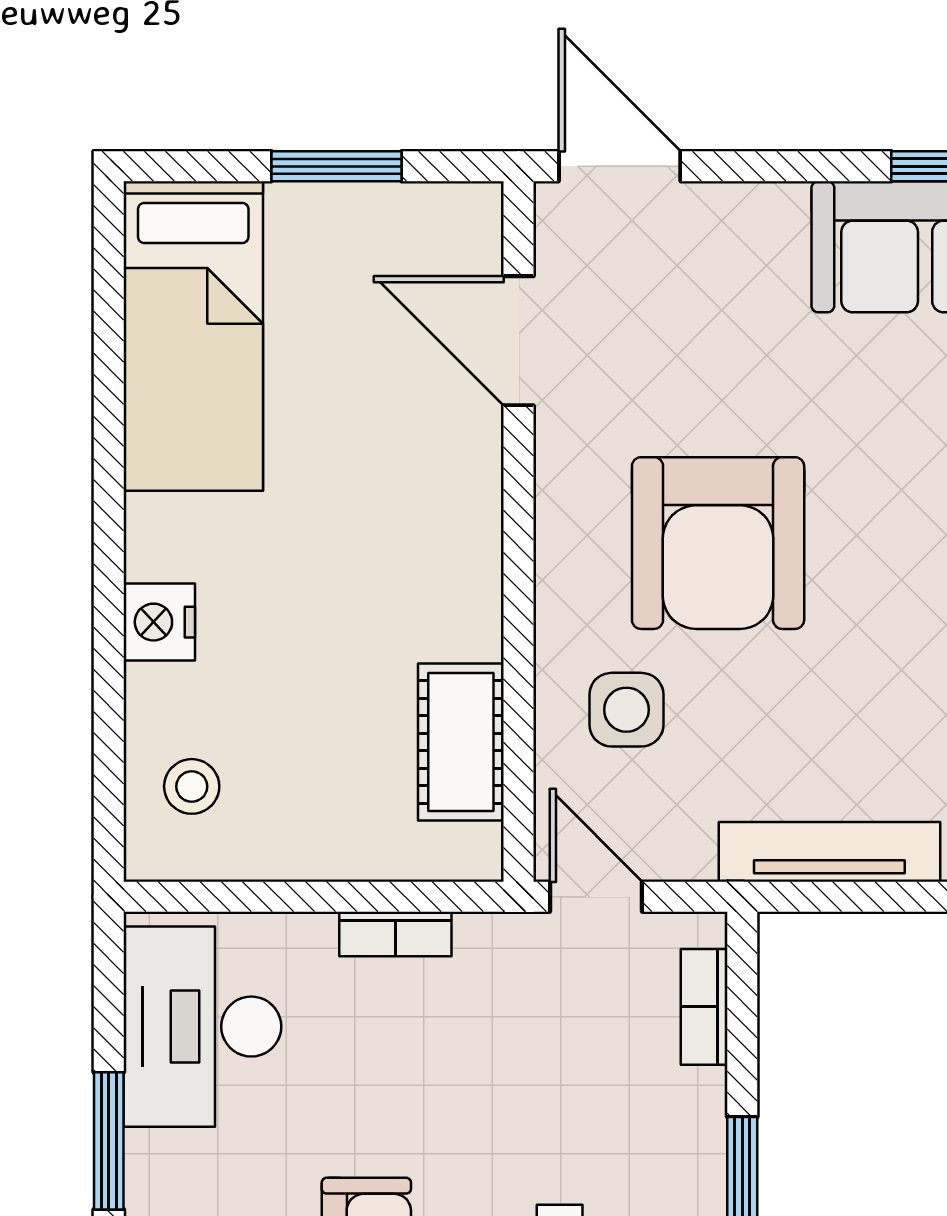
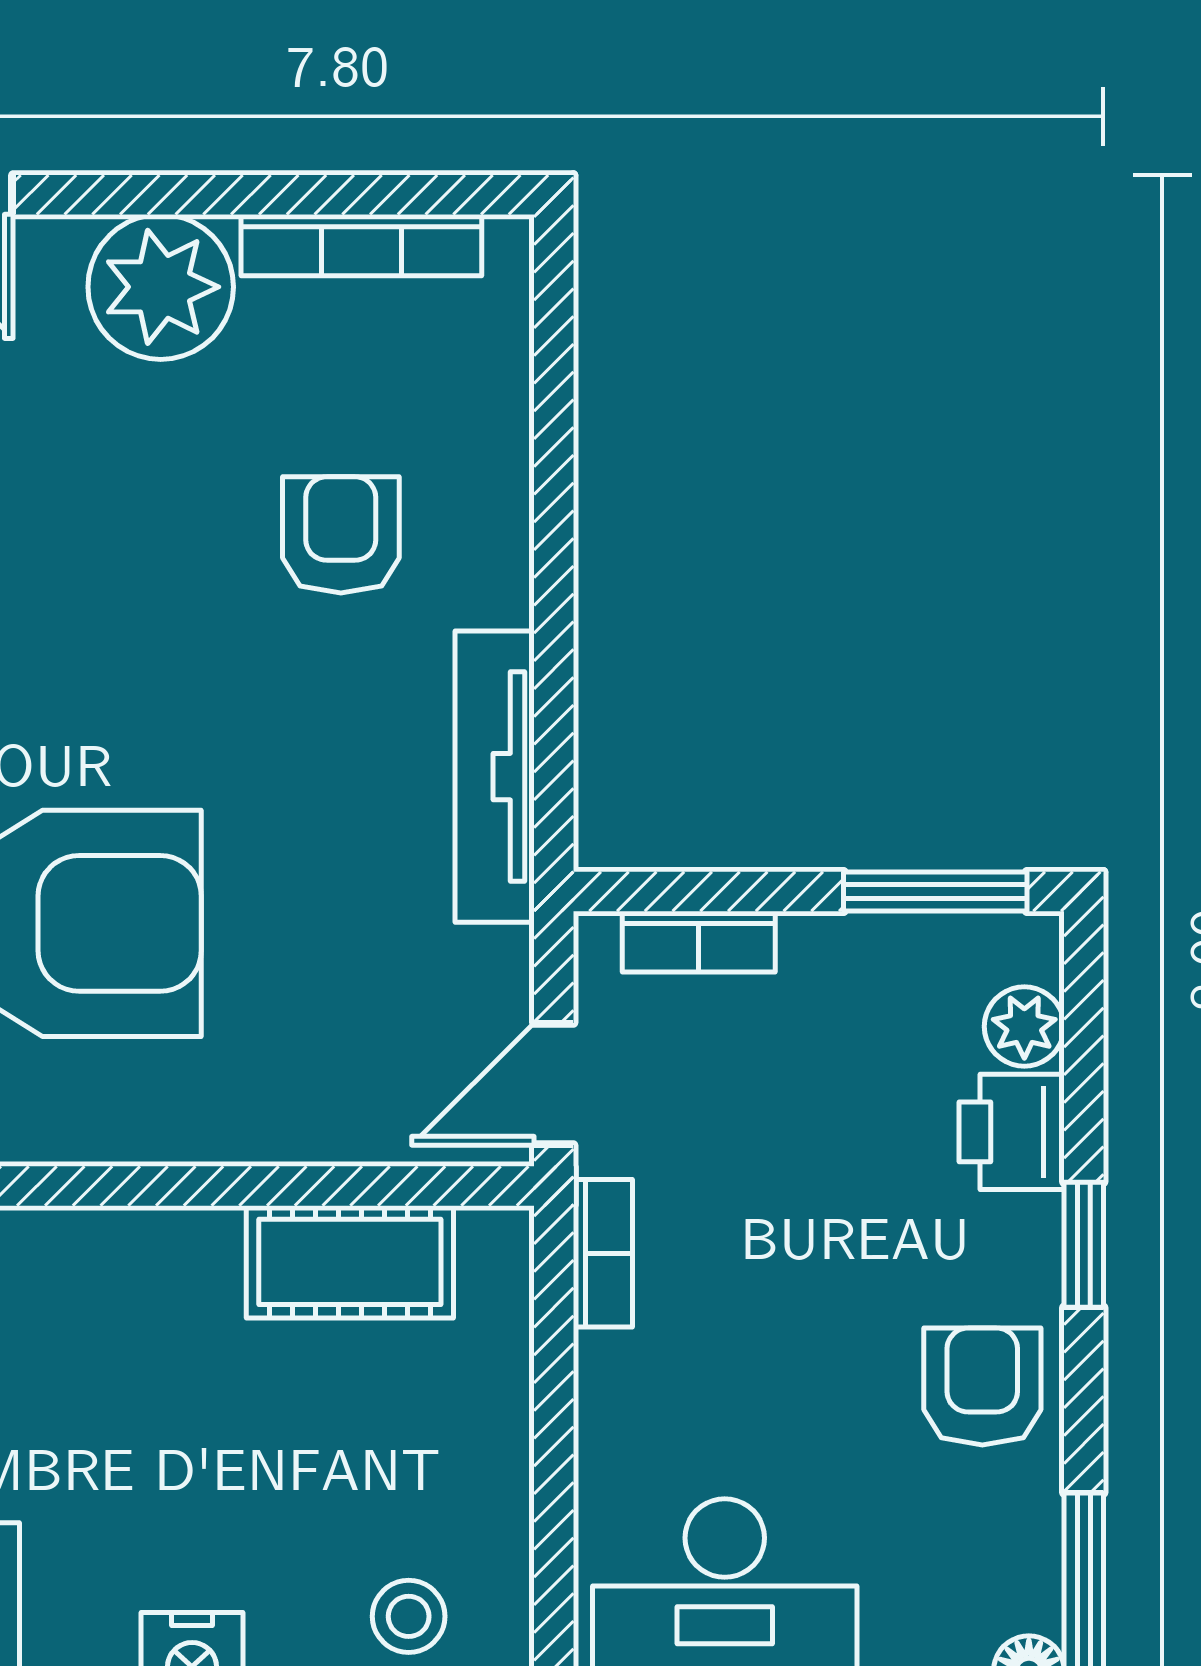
side table: (626, 710) -> (307, 1044), removed
bookcase: (395, 934) -> (603, 1253), moved

